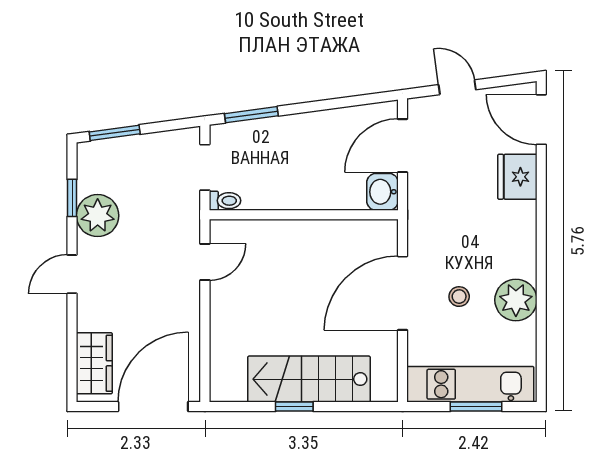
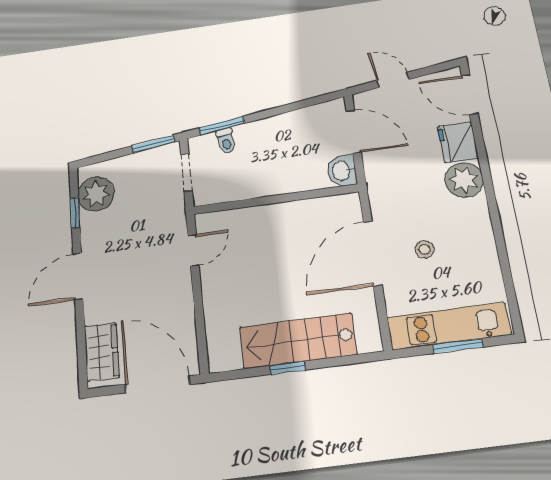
window: (115, 133) -> (153, 144), moved
door: (403, 146) -> (354, 132), swing flipped
toilet: (225, 201) -> (226, 141), moved, turned 82
plant: (98, 216) -> (96, 194), moved
door: (72, 274) -> (78, 276), width x1.38
plant: (516, 300) -> (464, 180), moved
door: (153, 407) -> (157, 384), hinge flipped

